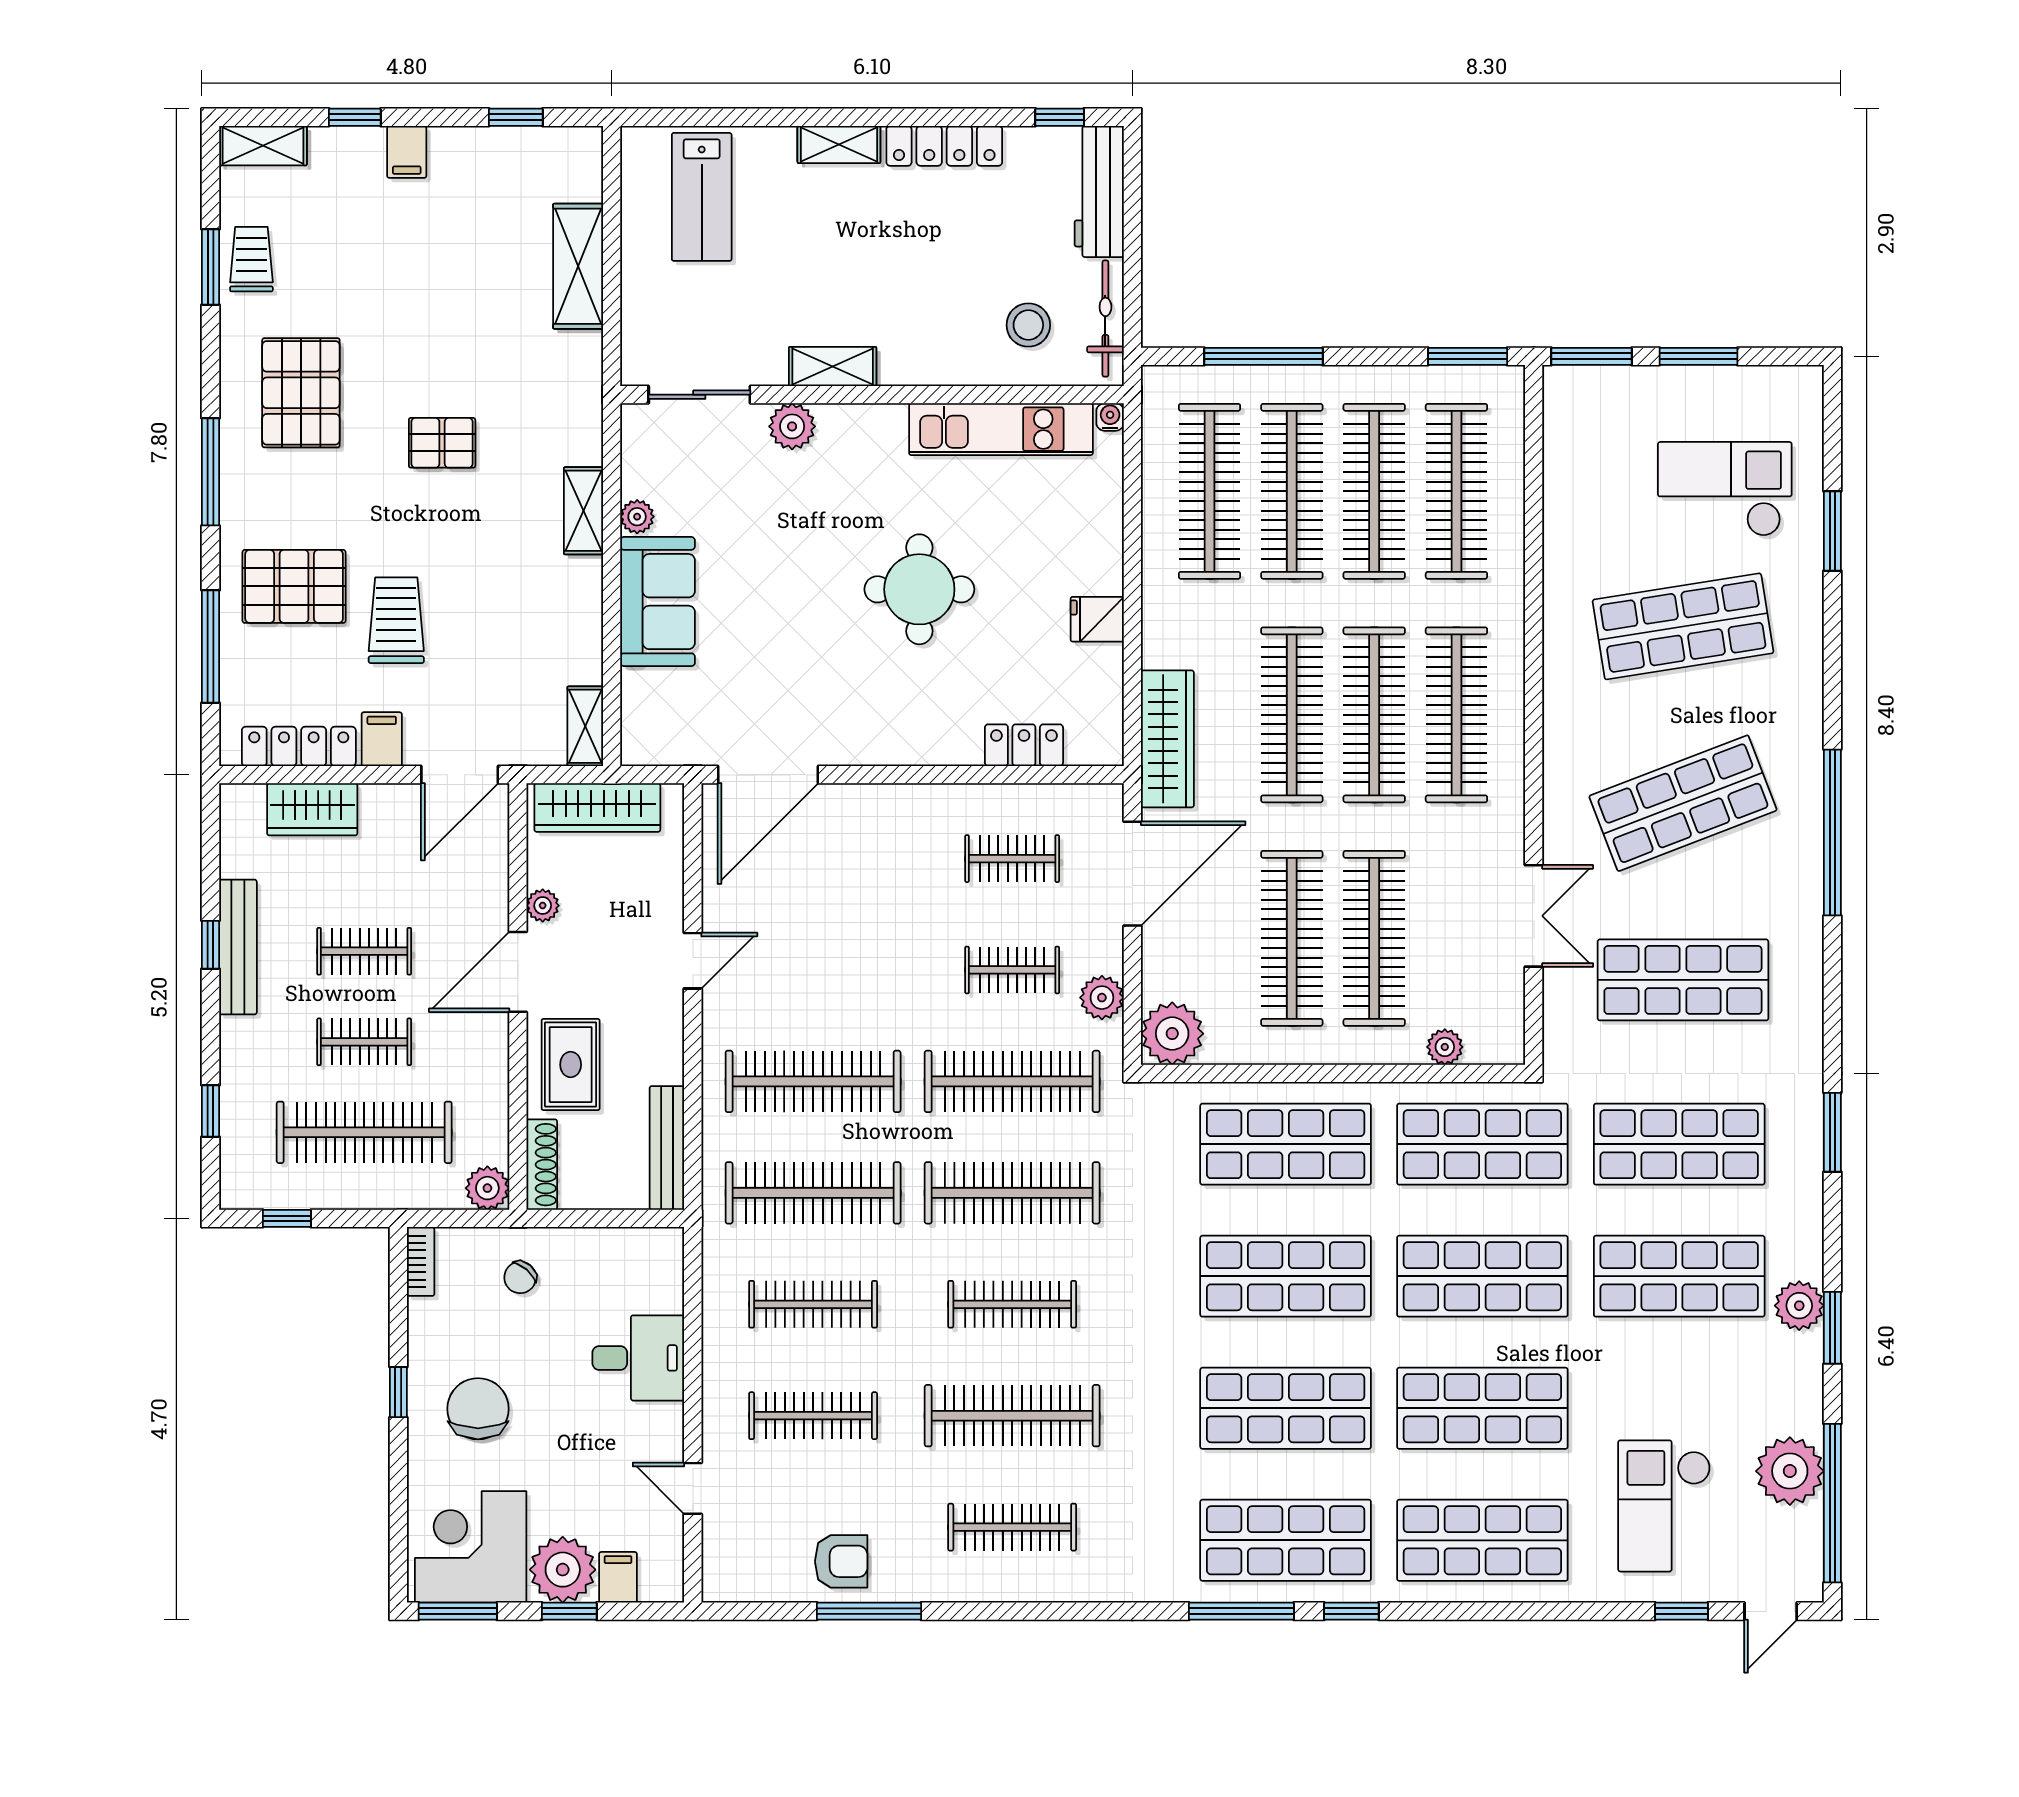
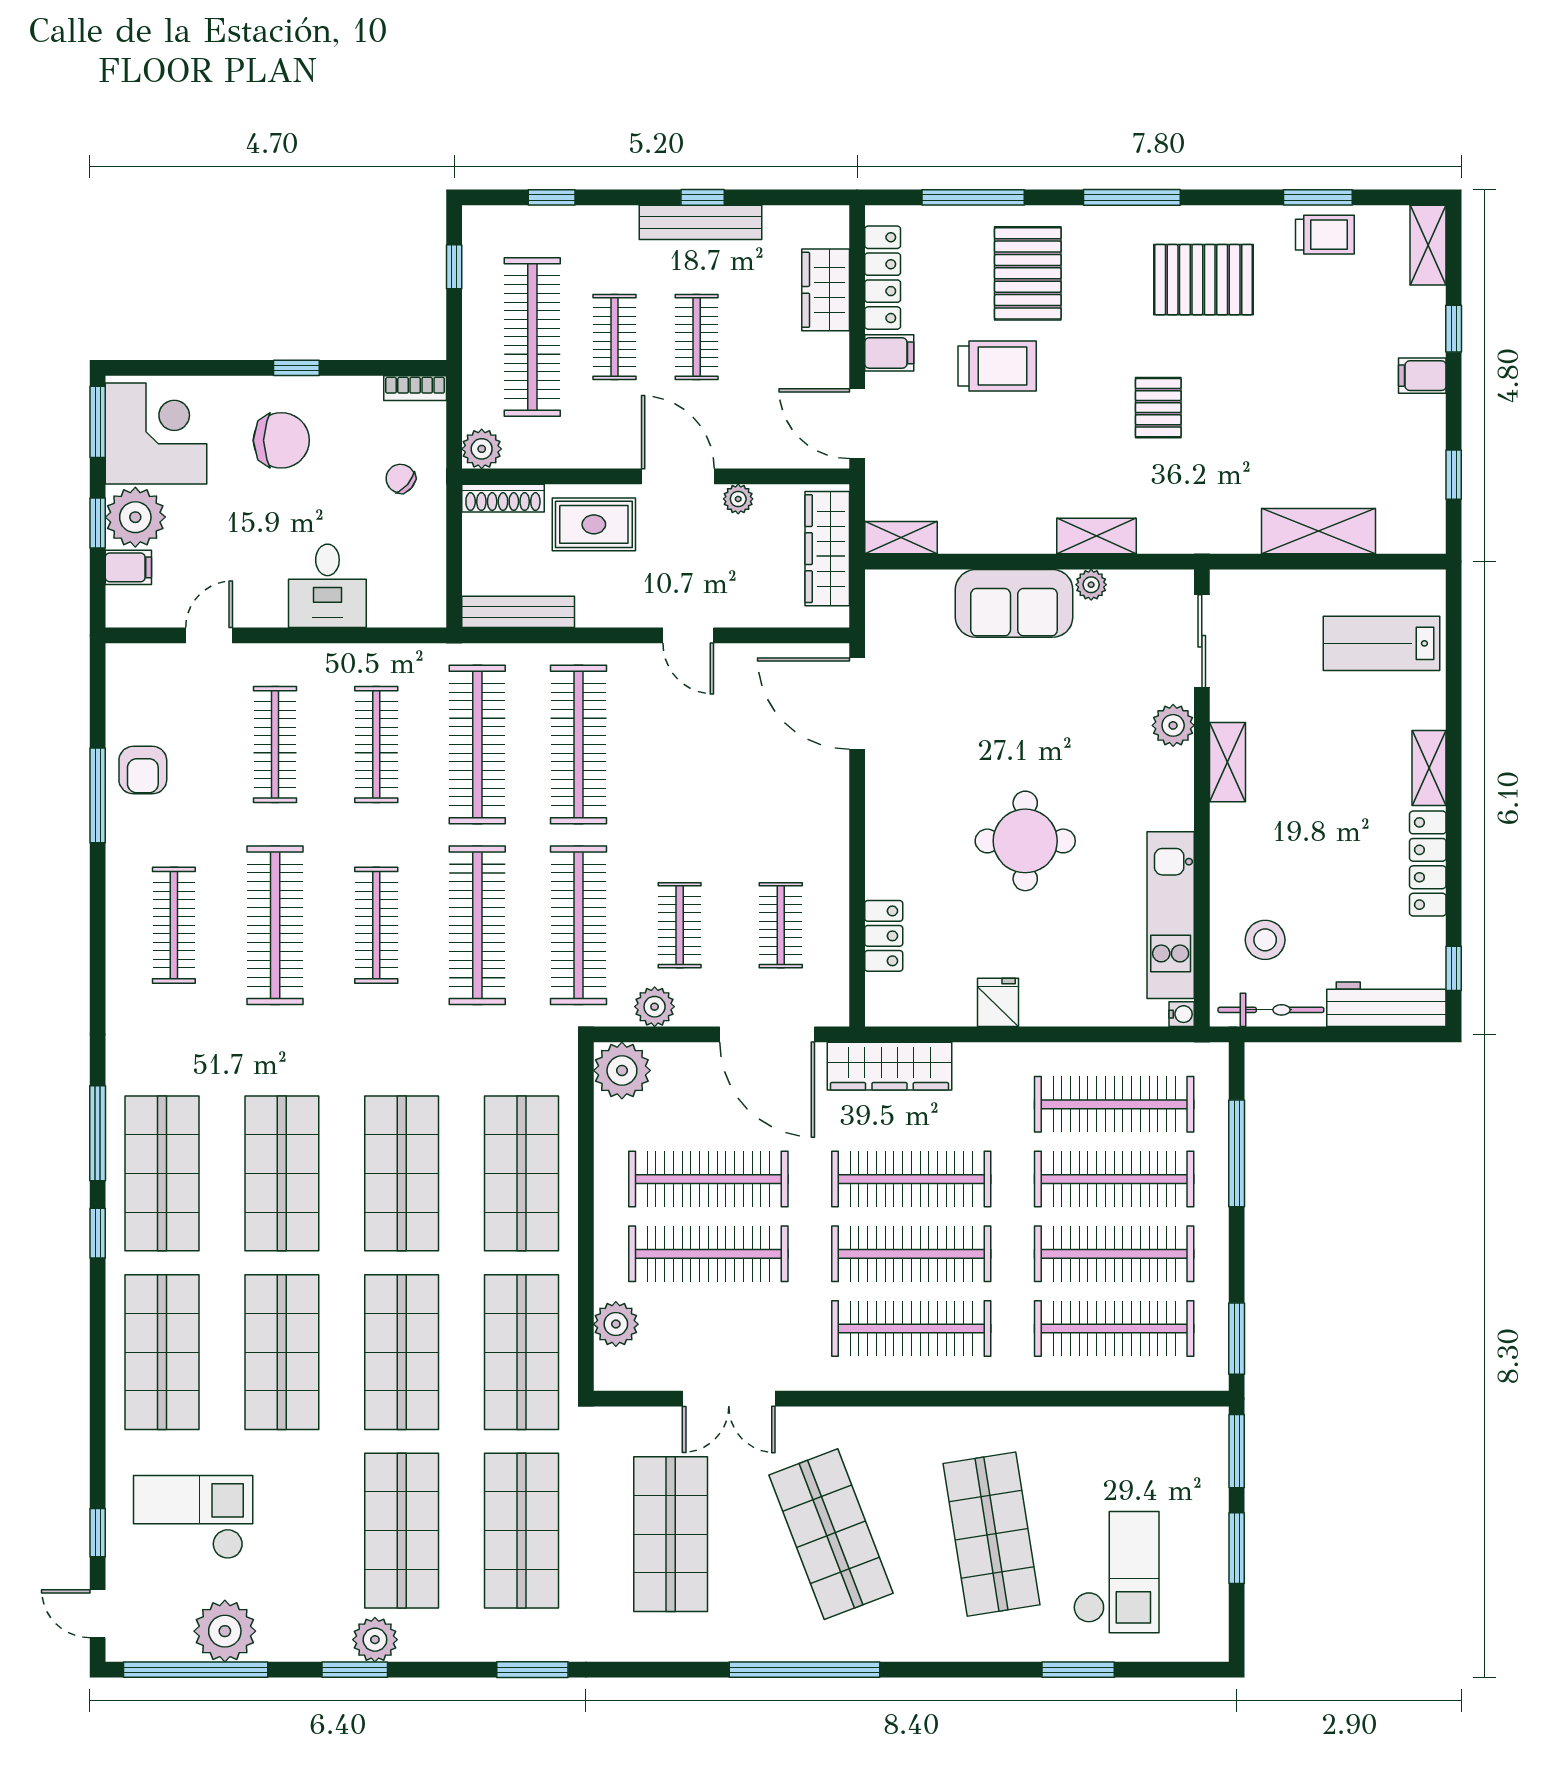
plant: (1445, 1047) -> (616, 1324), width x1.38, depth x1.38

